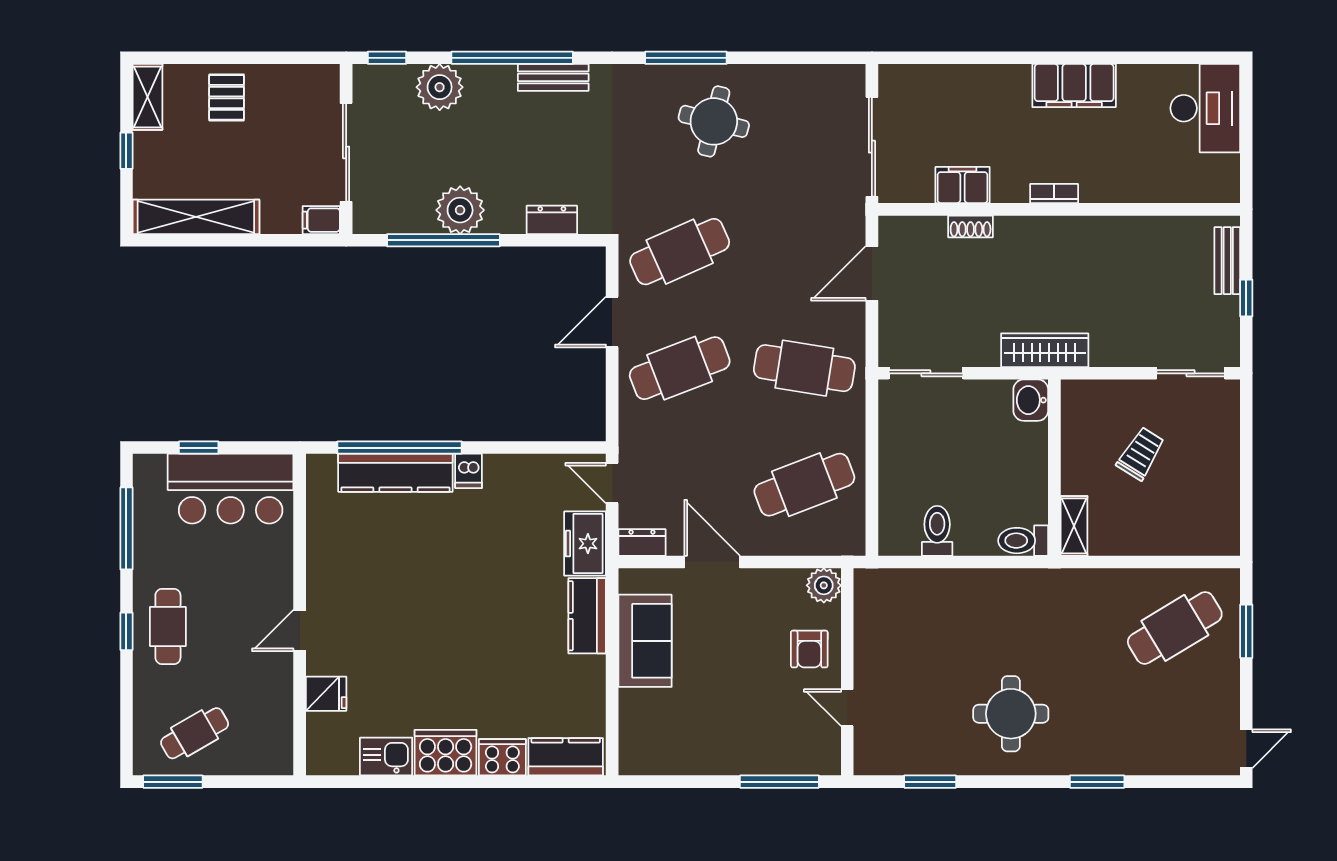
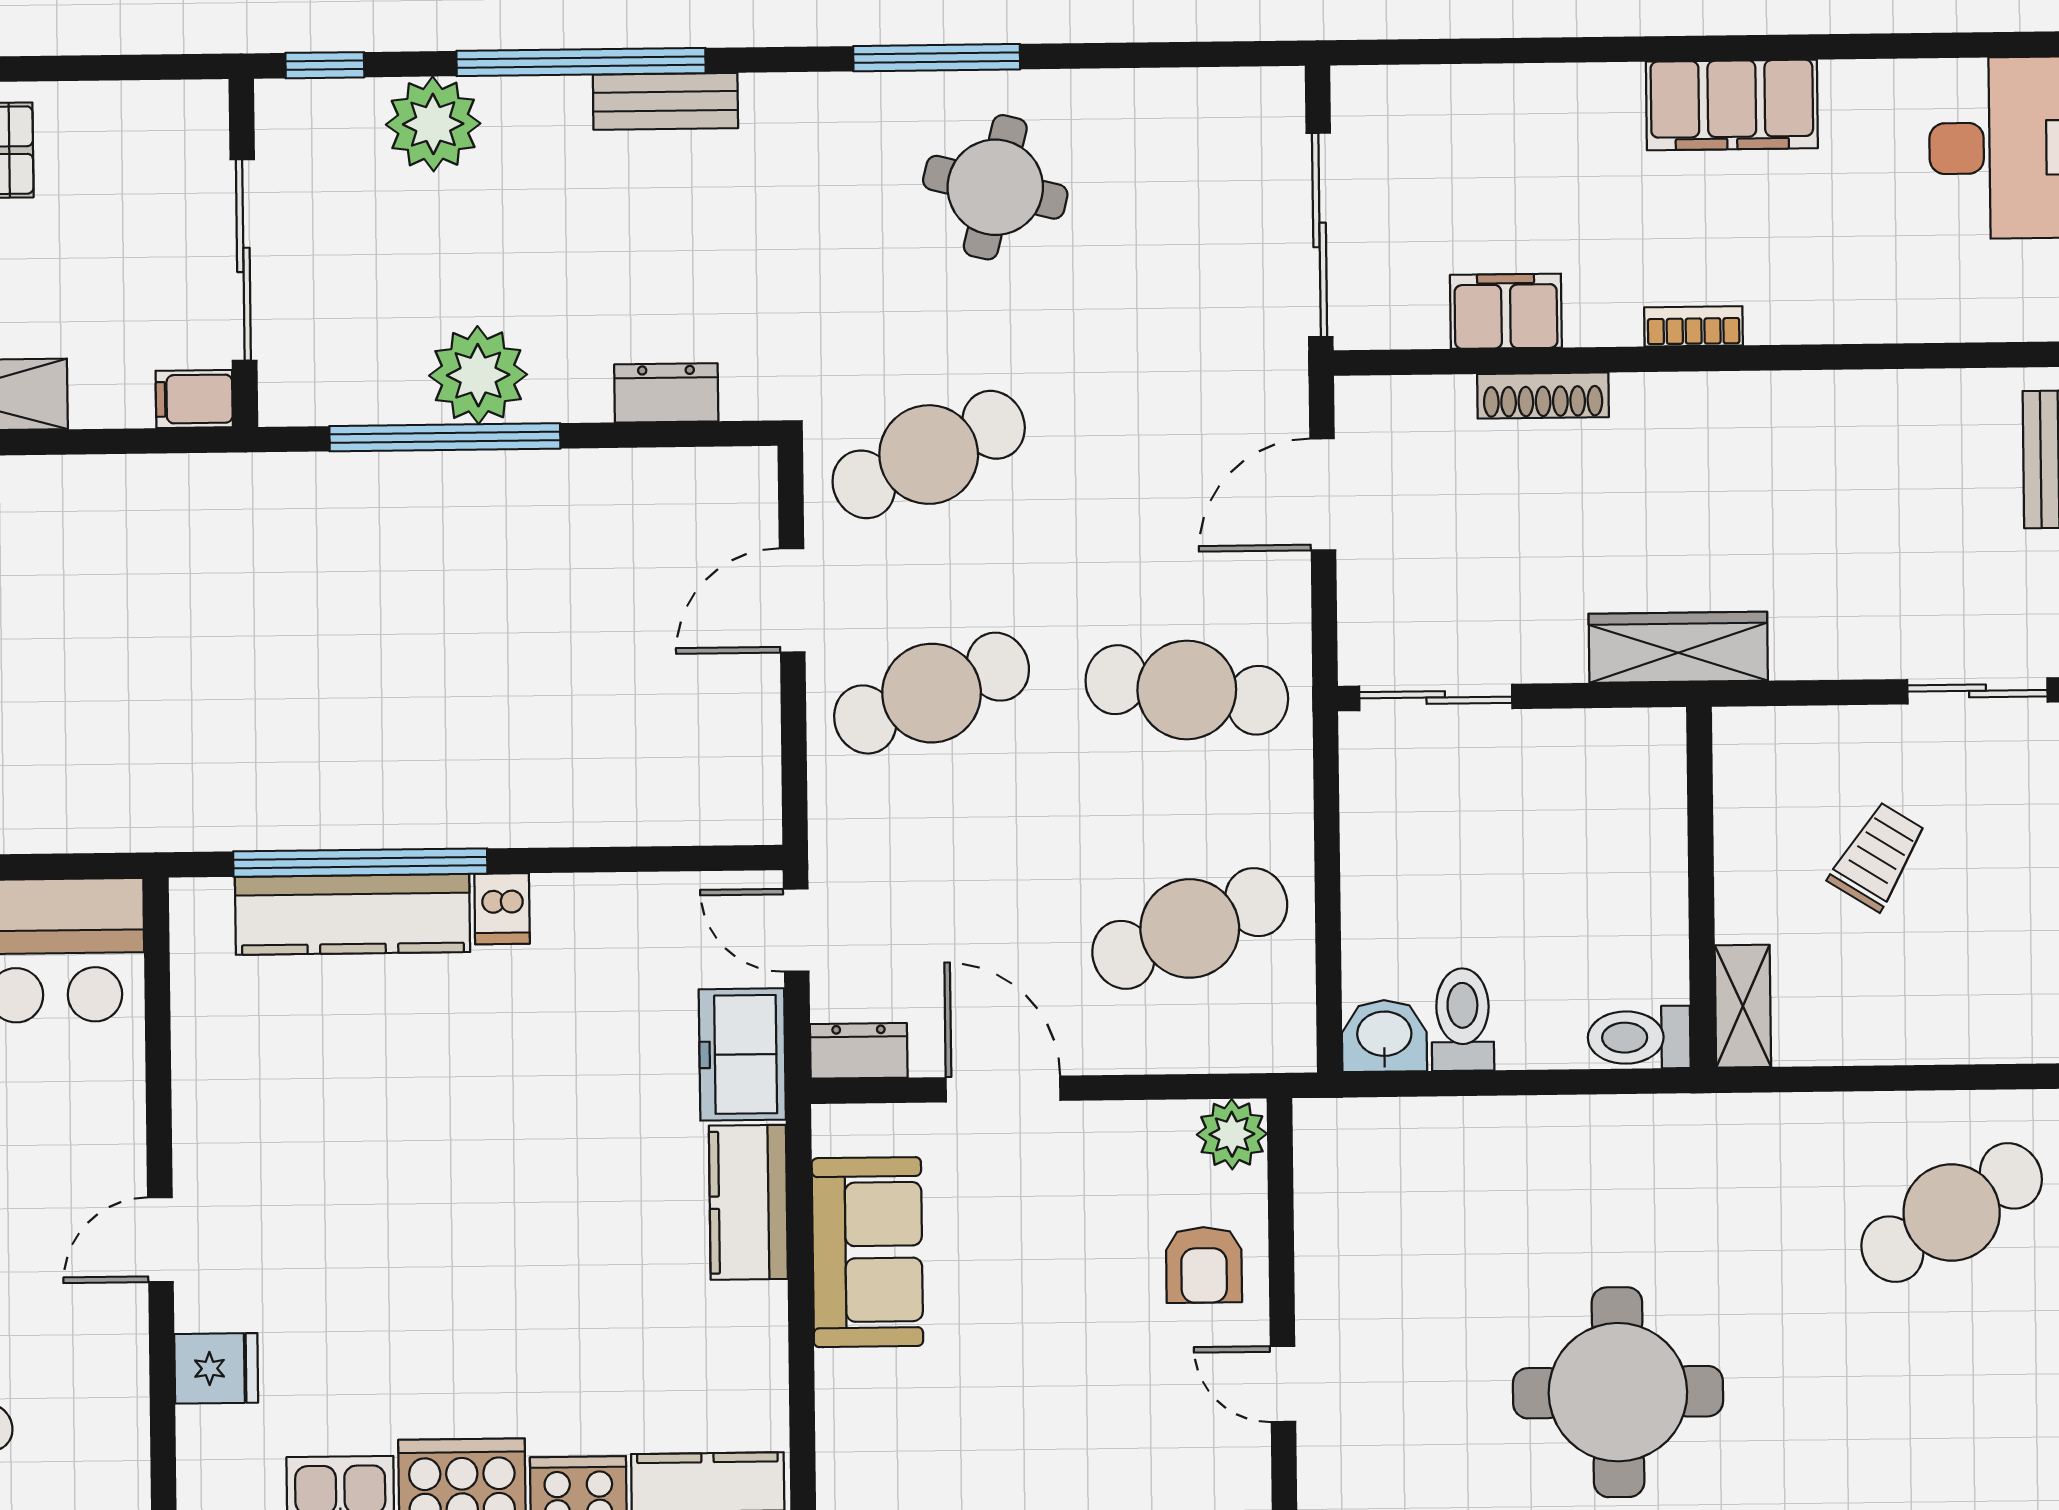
shoe rack: (971, 226) -> (1543, 396), width x1.43
washbasin: (1031, 400) -> (1384, 1036), moved, turned 90
round table: (1011, 714) -> (1618, 1392), width x1.36, depth x1.36

